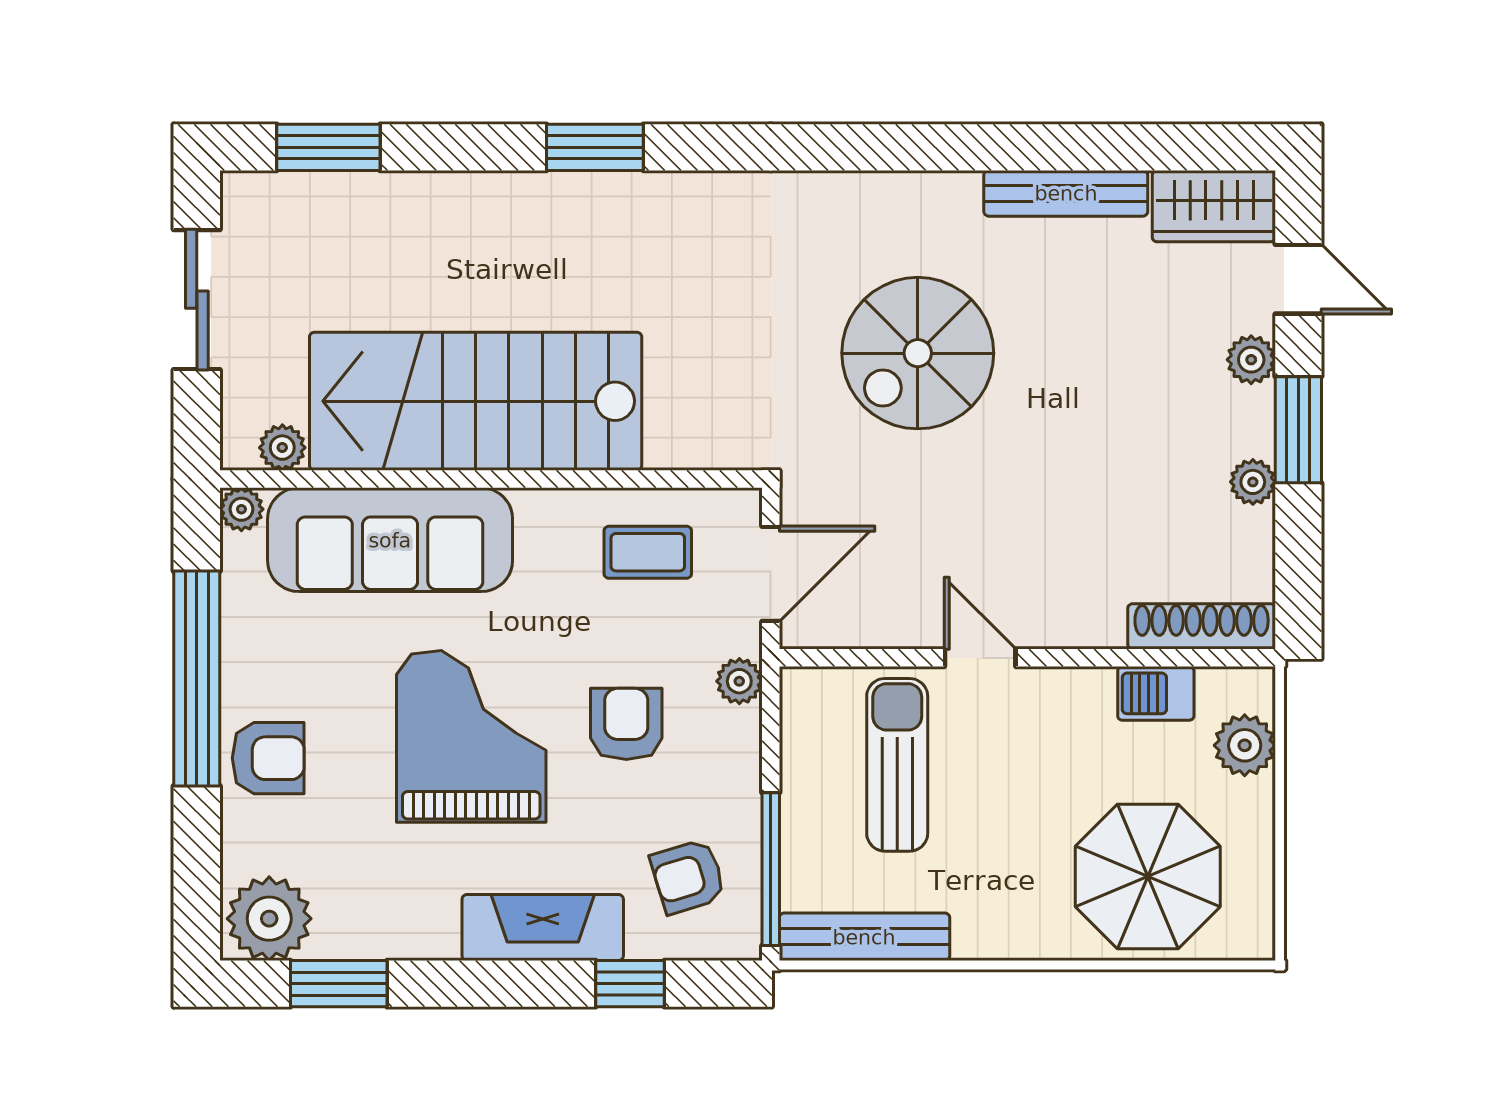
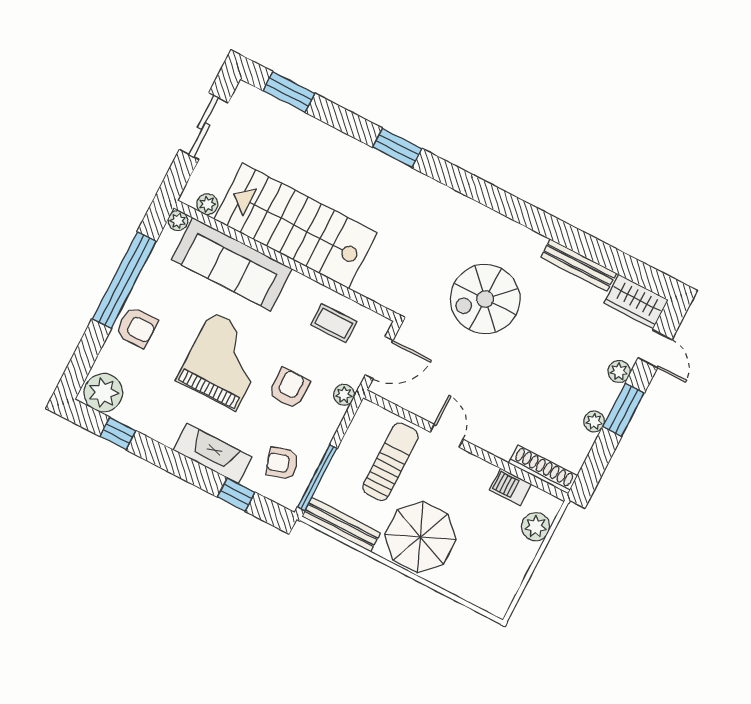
parasol: (1148, 877) -> (420, 537), moved
window: (339, 984) -> (118, 434), width x0.67

